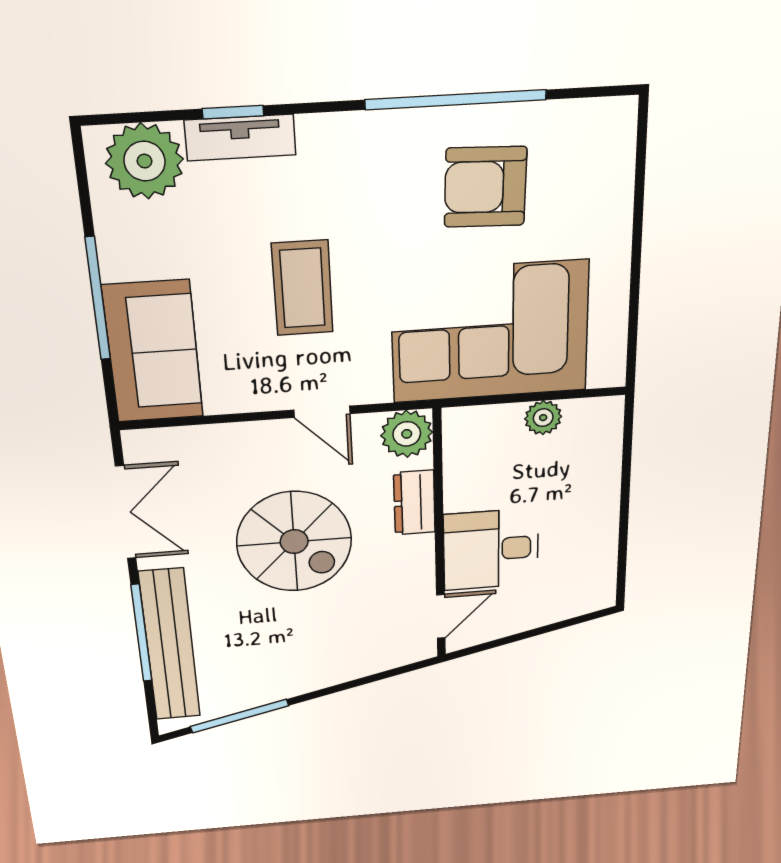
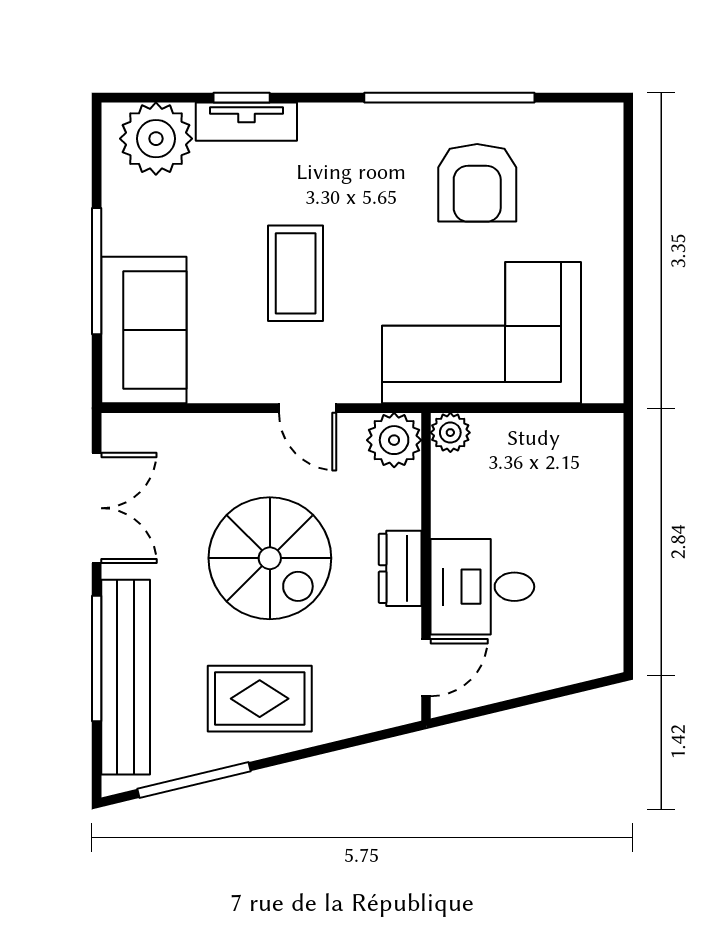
armchair: (485, 187) -> (477, 183), turned -92
plant: (543, 418) -> (450, 433), moved
dresser: (414, 503) -> (400, 568), moved
rug: (293, 652) -> (260, 699), added

